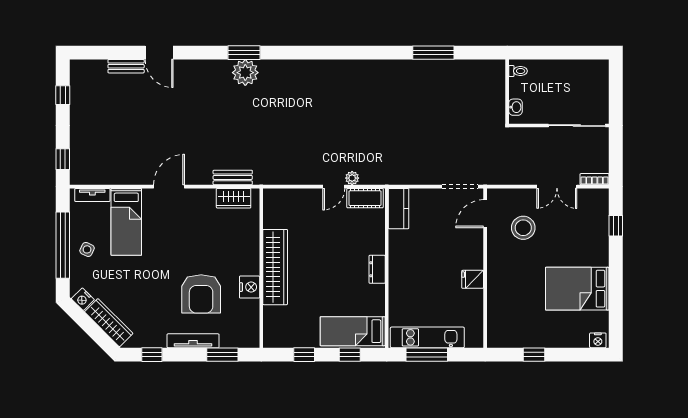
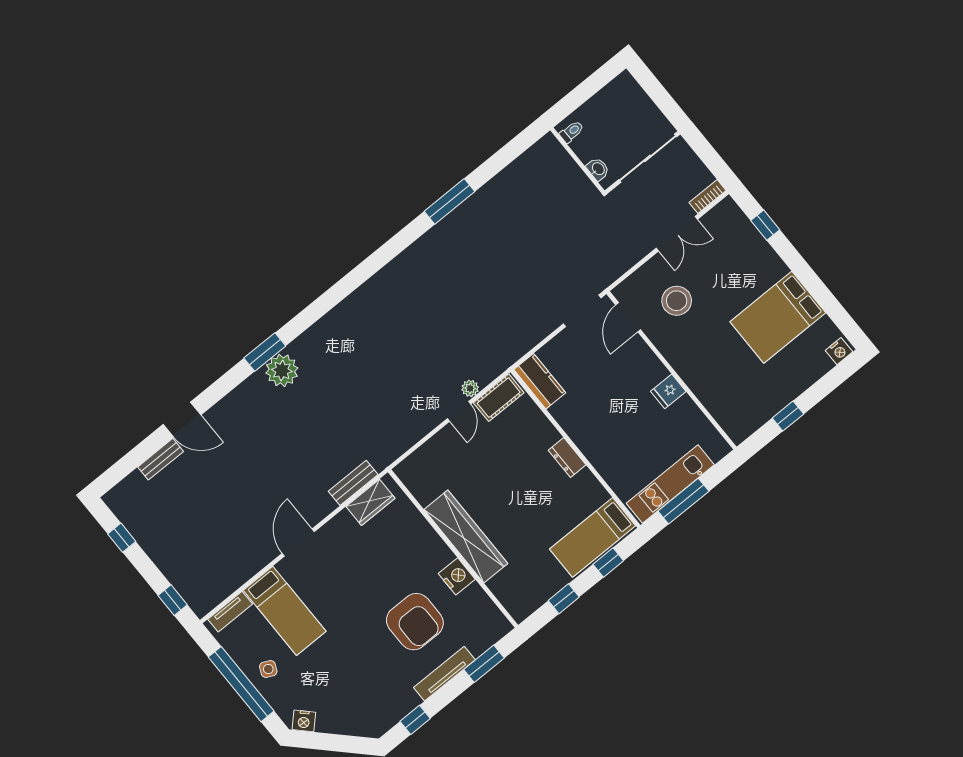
toilet: (518, 71) -> (572, 132), moved
wall: (507, 92) -> (577, 160), moved
washbasin: (515, 107) -> (598, 169), moved
wardrobe: (109, 323) -> (348, 723), removed

